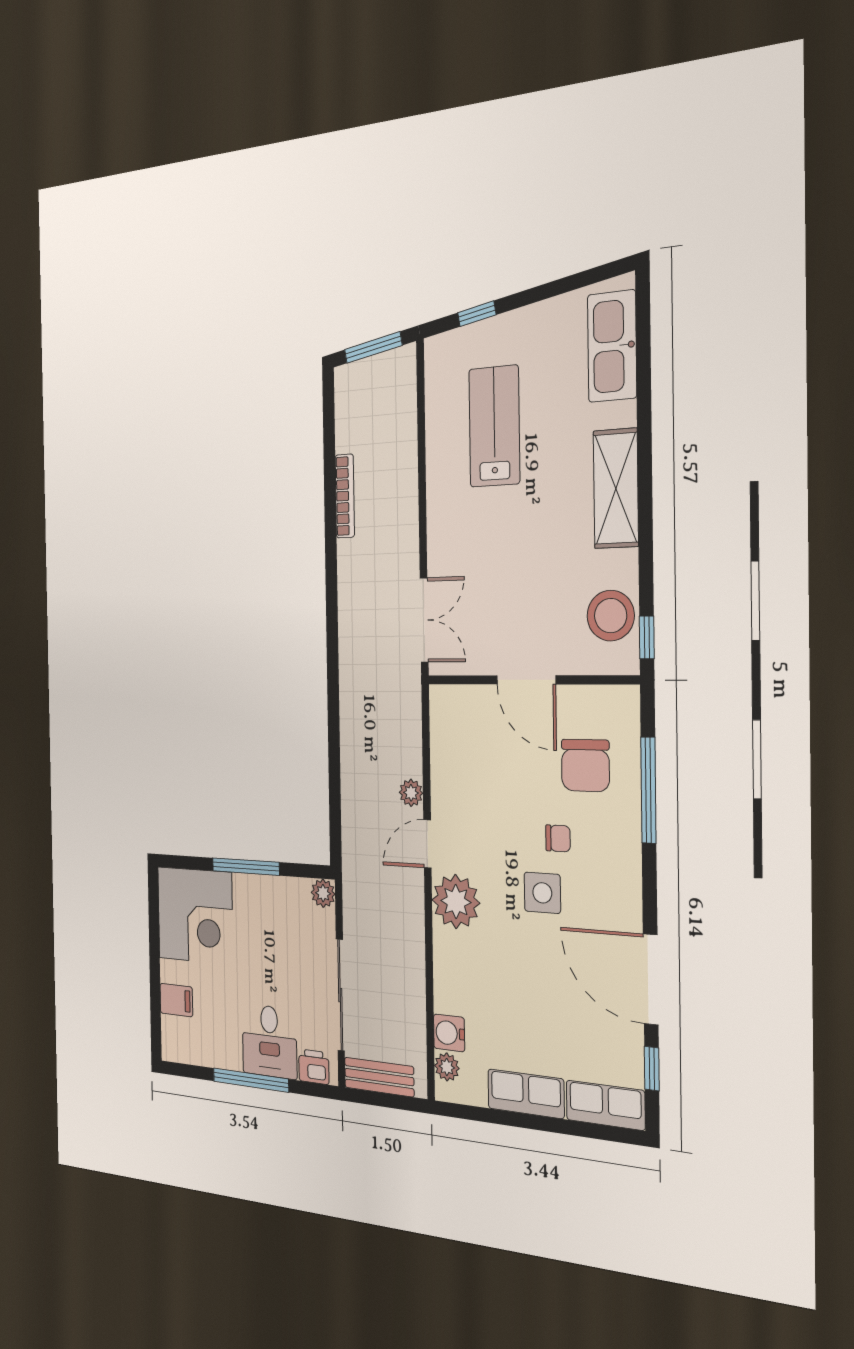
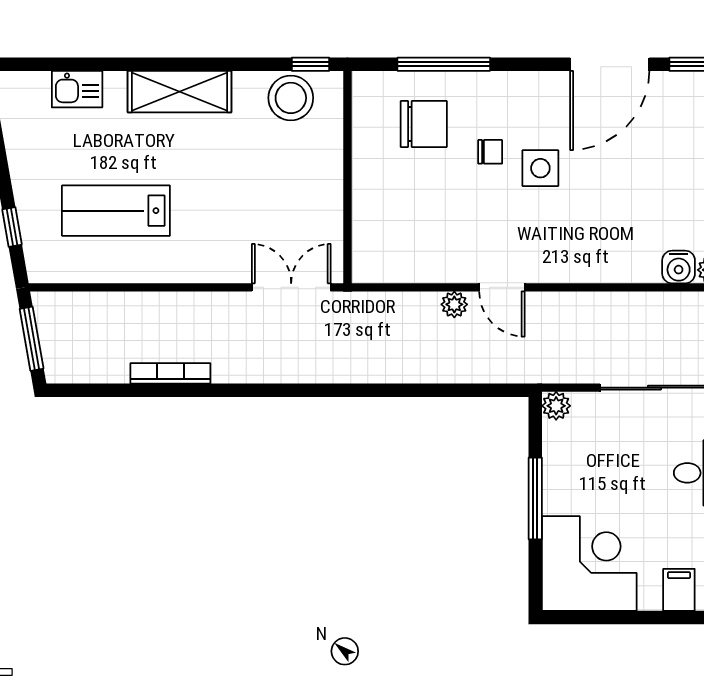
kitchen sink: (612, 346) -> (77, 89), width x0.53, depth x0.81
door: (526, 680) -> (347, 182), removed
chair: (558, 838) -> (490, 152), turned 90
plant: (456, 902) -> (554, 258), removed

